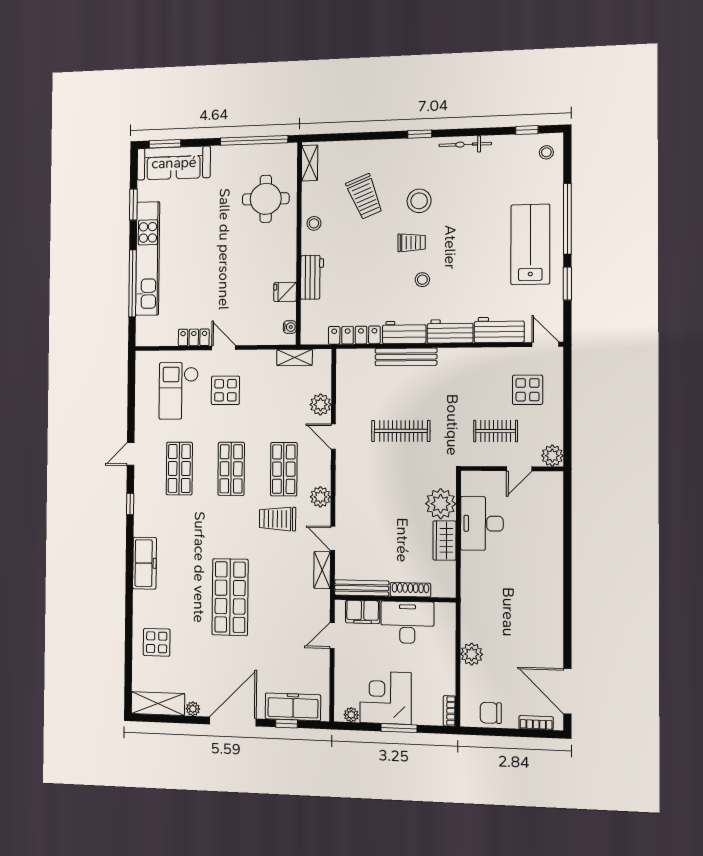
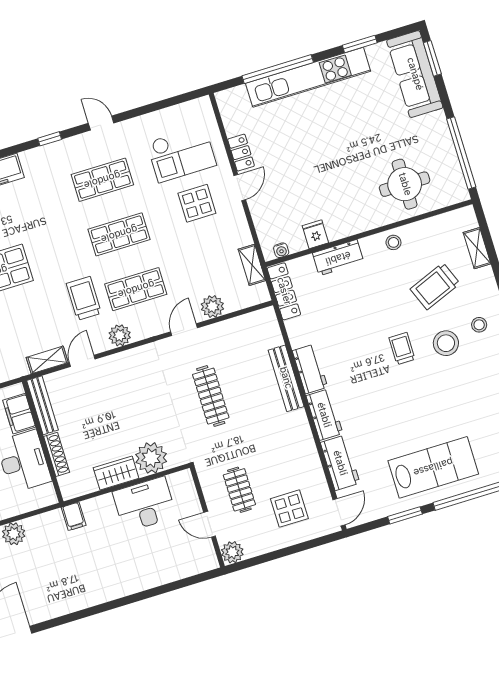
shelving: (310, 163) -> (477, 248), moved, turned 90
trolley: (412, 243) -> (402, 349), turned 180
stool: (422, 280) -> (479, 325), moved
locker: (354, 335) -> (284, 291), moved
checkout: (179, 391) -> (181, 154), turned 180
filing cabinet: (473, 593) -> (74, 516), added

